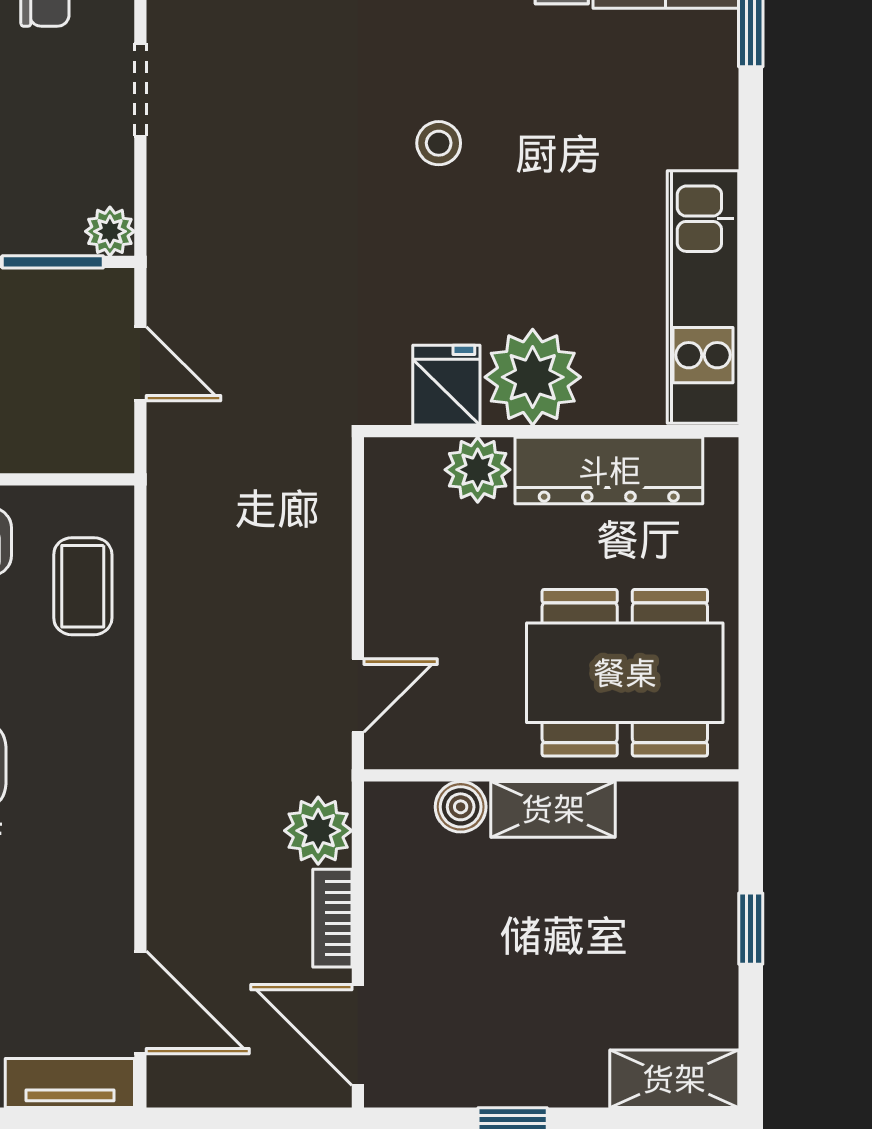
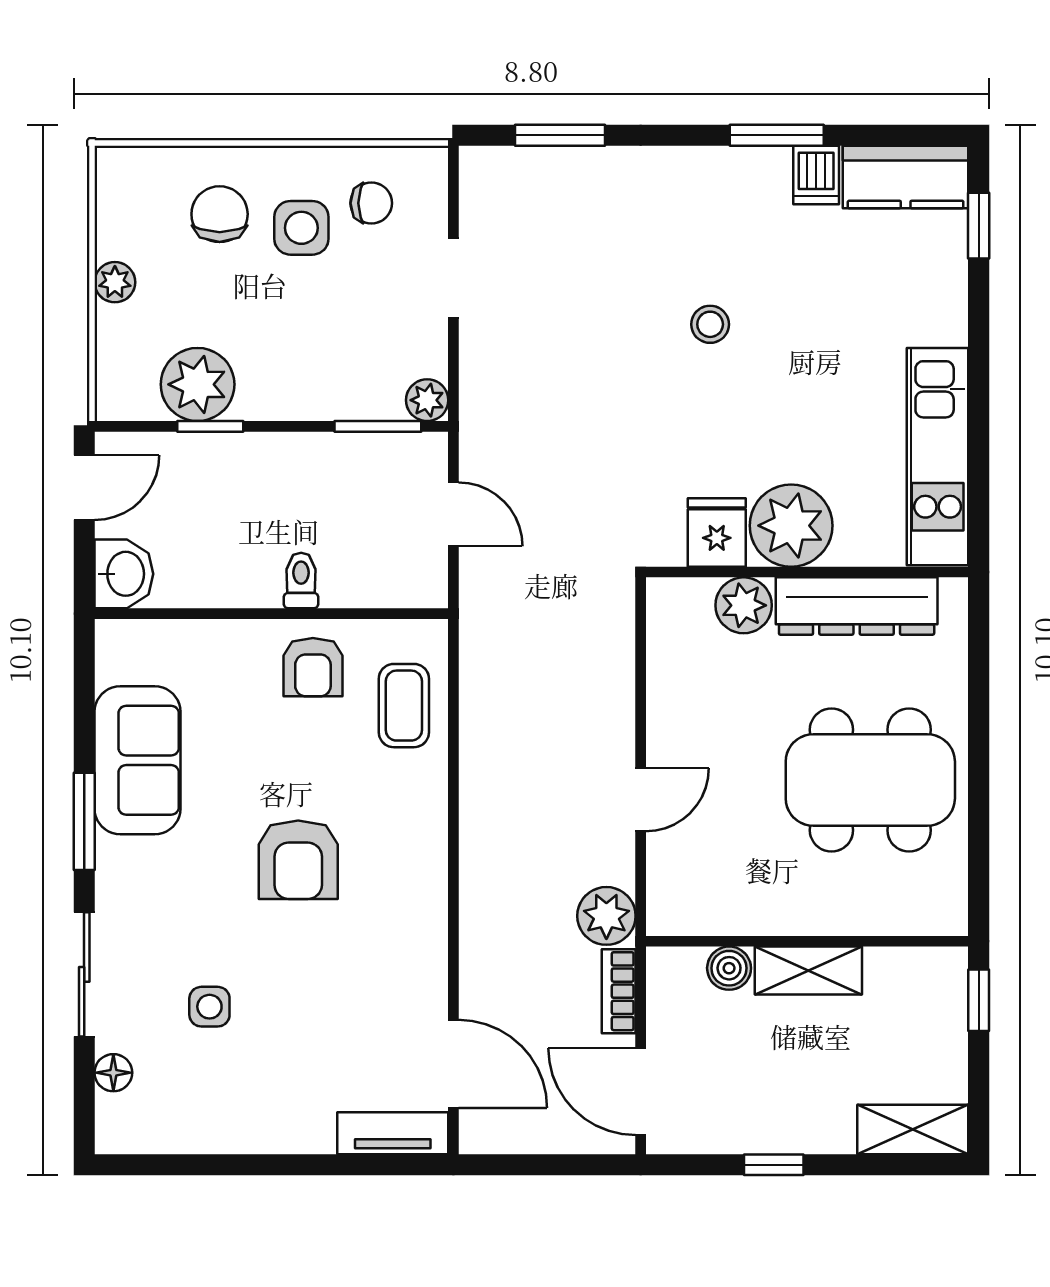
wall: (551, 775) -> (807, 941), moved
boiler: (461, 807) -> (729, 968), moved
shelving: (553, 809) -> (808, 970), moved

